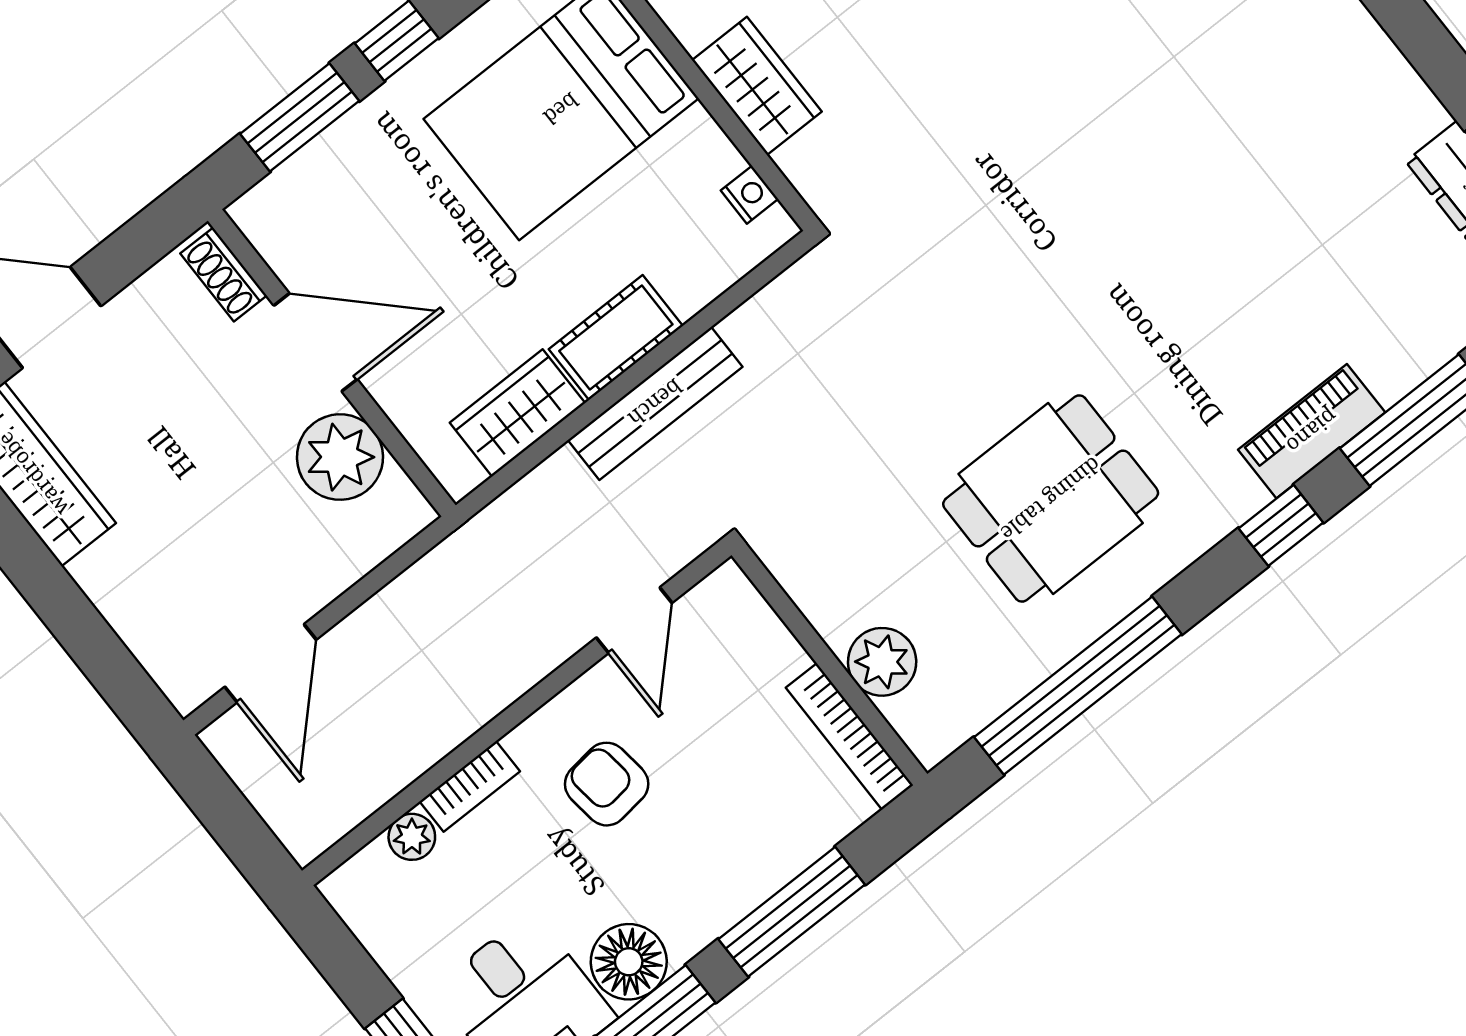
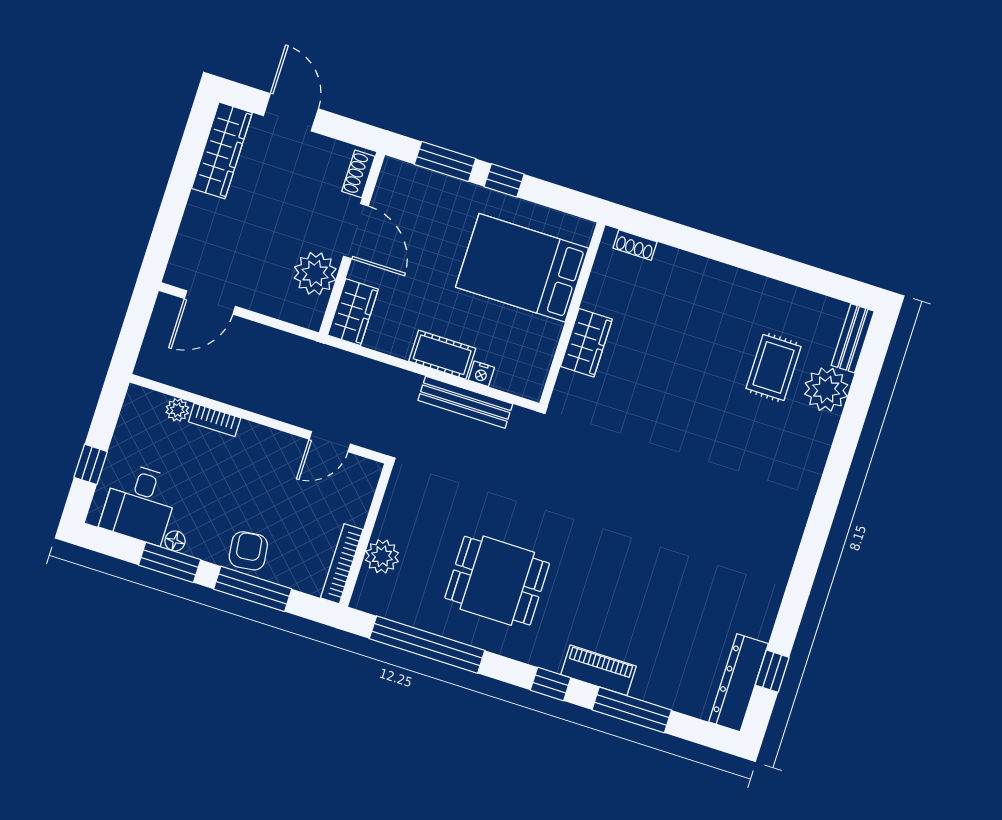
nightstand: (749, 195) -> (481, 374), moved, turned 90
bench: (655, 403) -> (465, 402), moved
wardrobe: (517, 413) -> (353, 312), moved, turned 90
armchair: (607, 784) -> (248, 551), moved
floor lamp: (629, 962) -> (175, 541), width x0.53, depth x0.53

